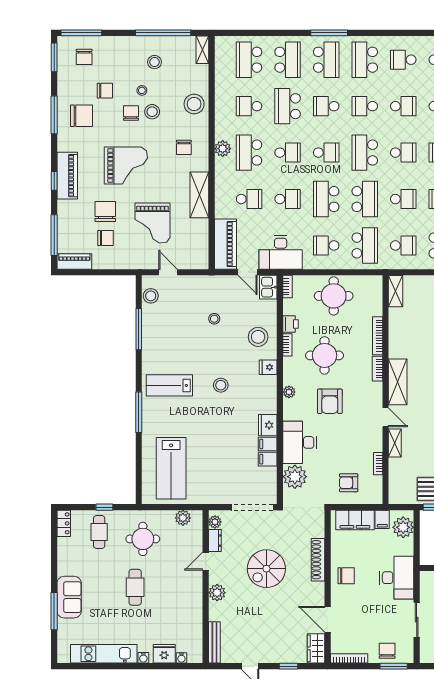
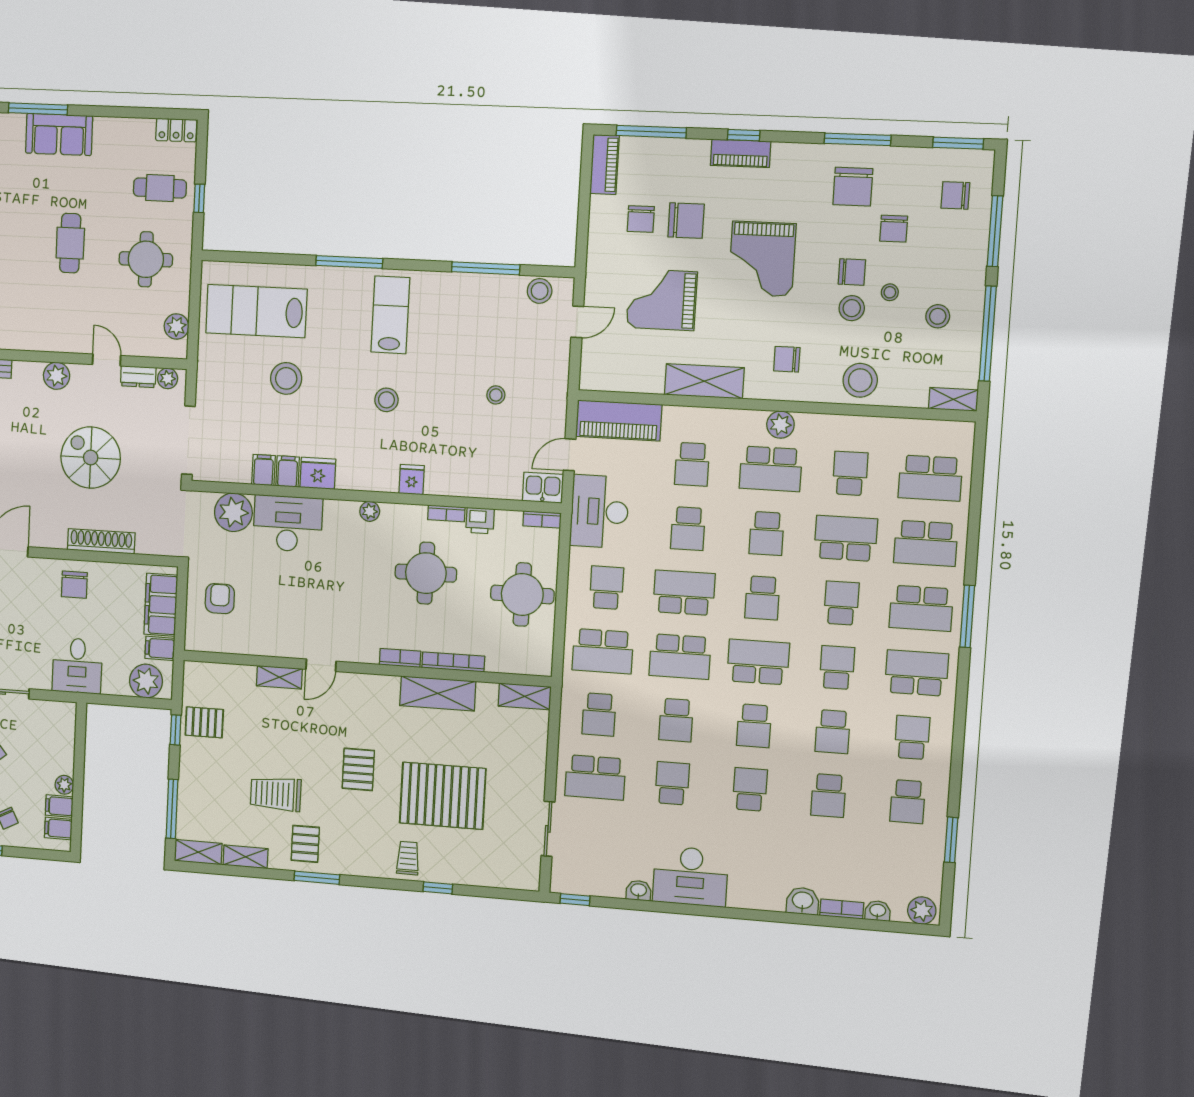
window: (81, 33) -> (995, 231), moved
school desk: (249, 60) -> (930, 478), turned 180
school desk: (249, 153) -> (771, 469), turned 180
piano: (67, 176) -> (741, 153), width x0.73, depth x0.75
stool: (258, 337) -> (286, 378), moved
shelving: (398, 382) -> (438, 693), moved
armchair: (330, 401) -> (351, 577), removed
bookcase: (378, 464) -> (248, 648), removed
desk: (397, 578) -> (77, 666), width x0.73
cafe table: (135, 587) -> (70, 243), turned 90

